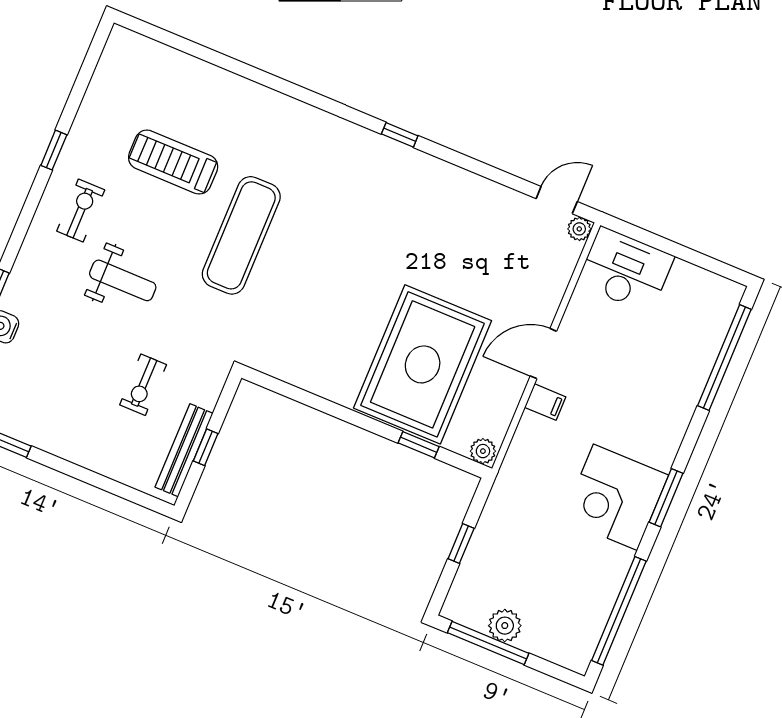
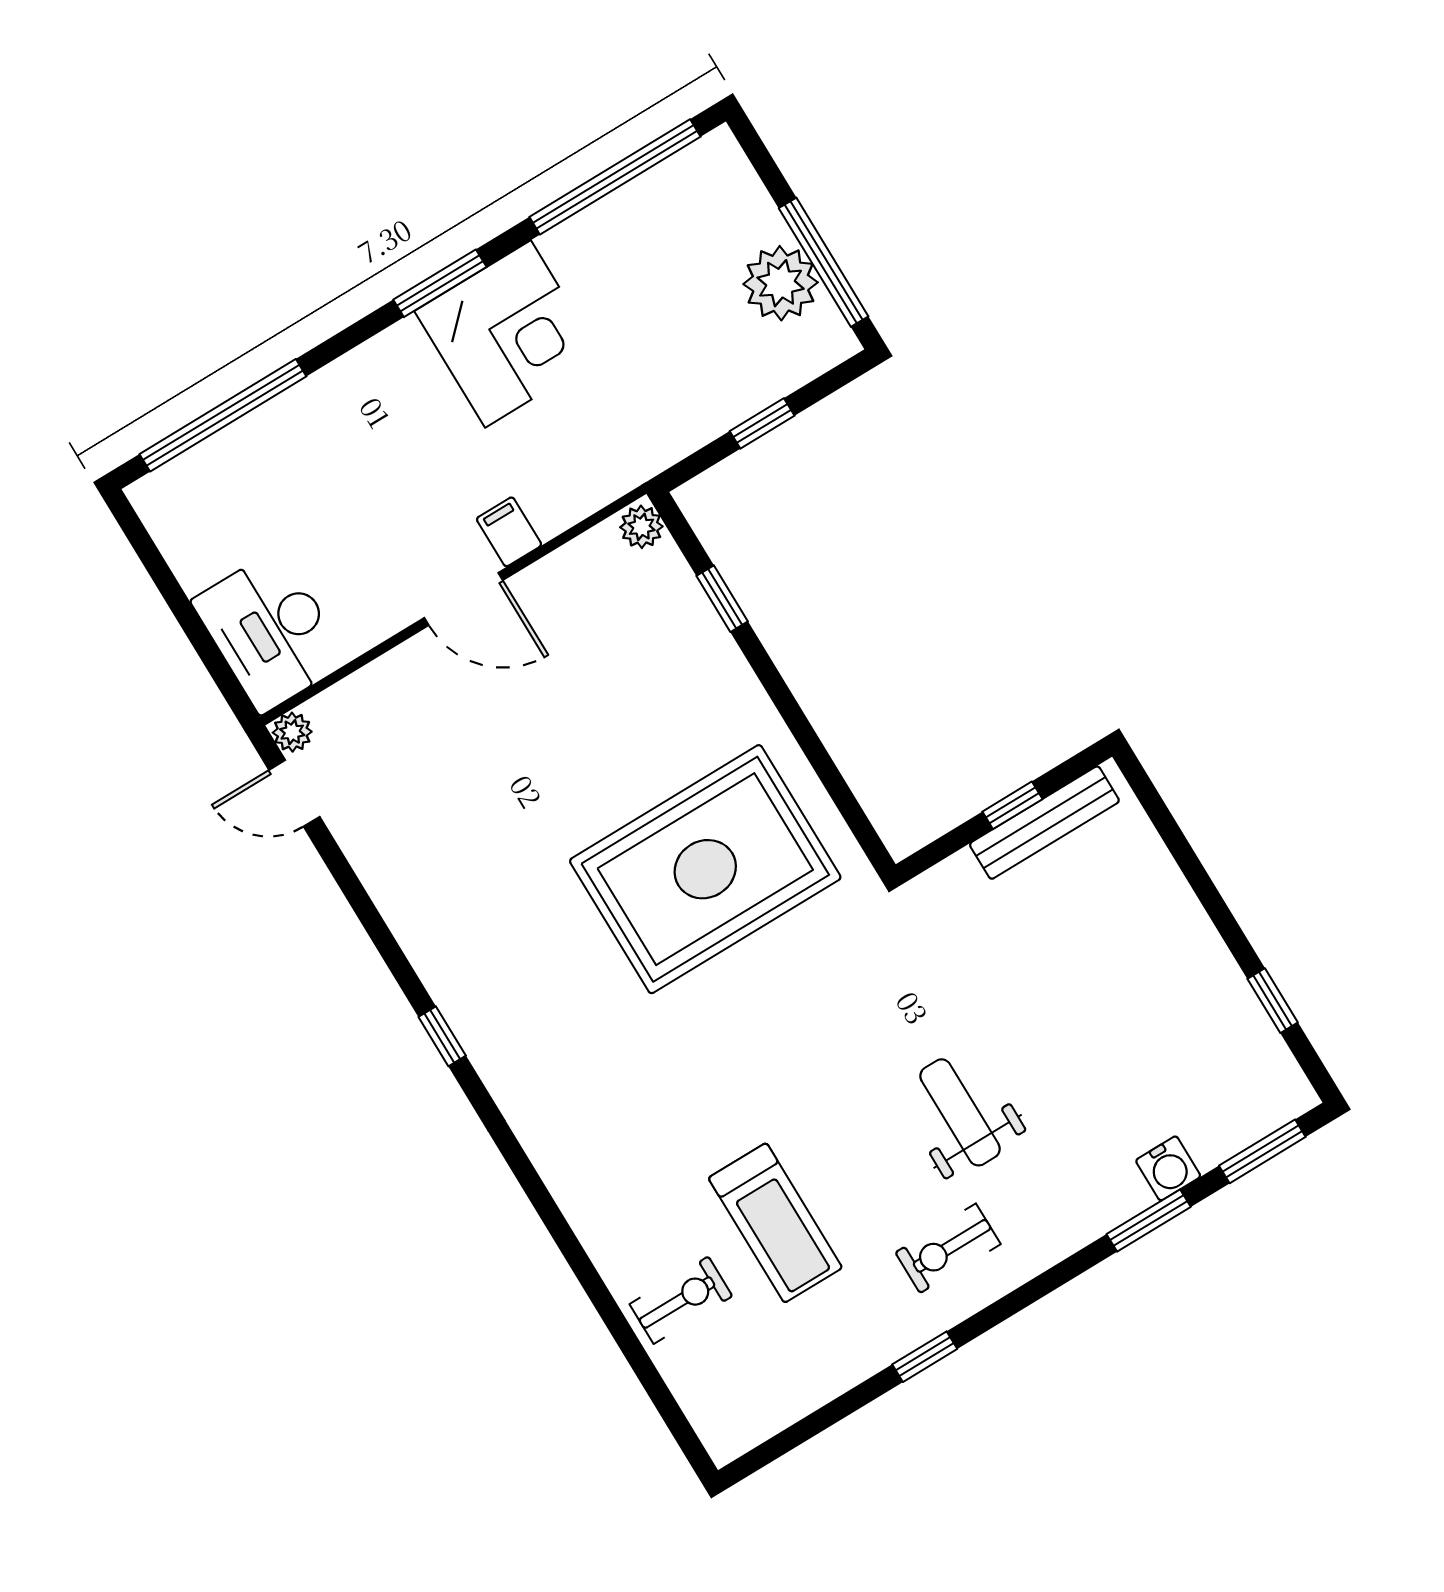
exercise mat: (241, 235) -> (755, 1057), removed
rug: (423, 364) -> (705, 869), moved
exercise bike: (143, 385) -> (681, 1300), moved
plant: (505, 626) -> (781, 283), width x1.36, depth x1.36

